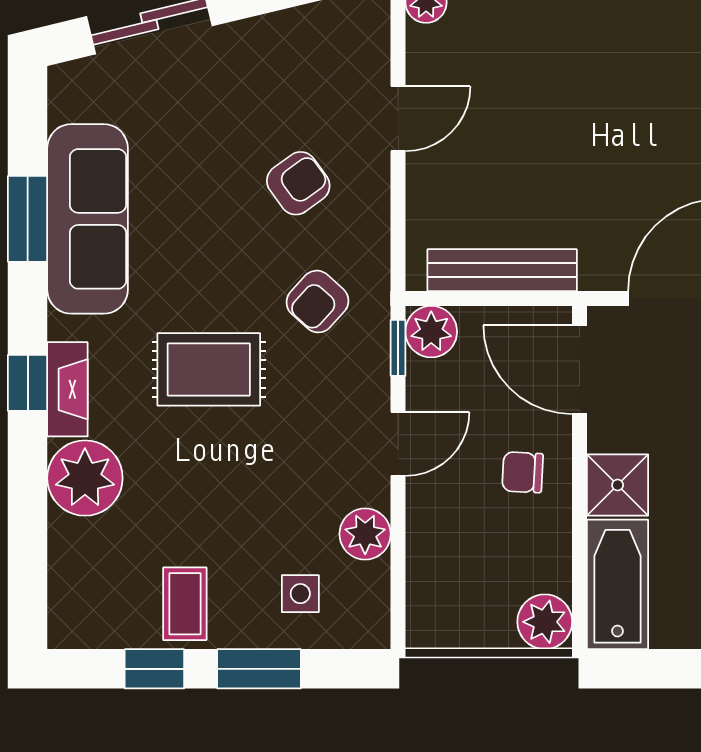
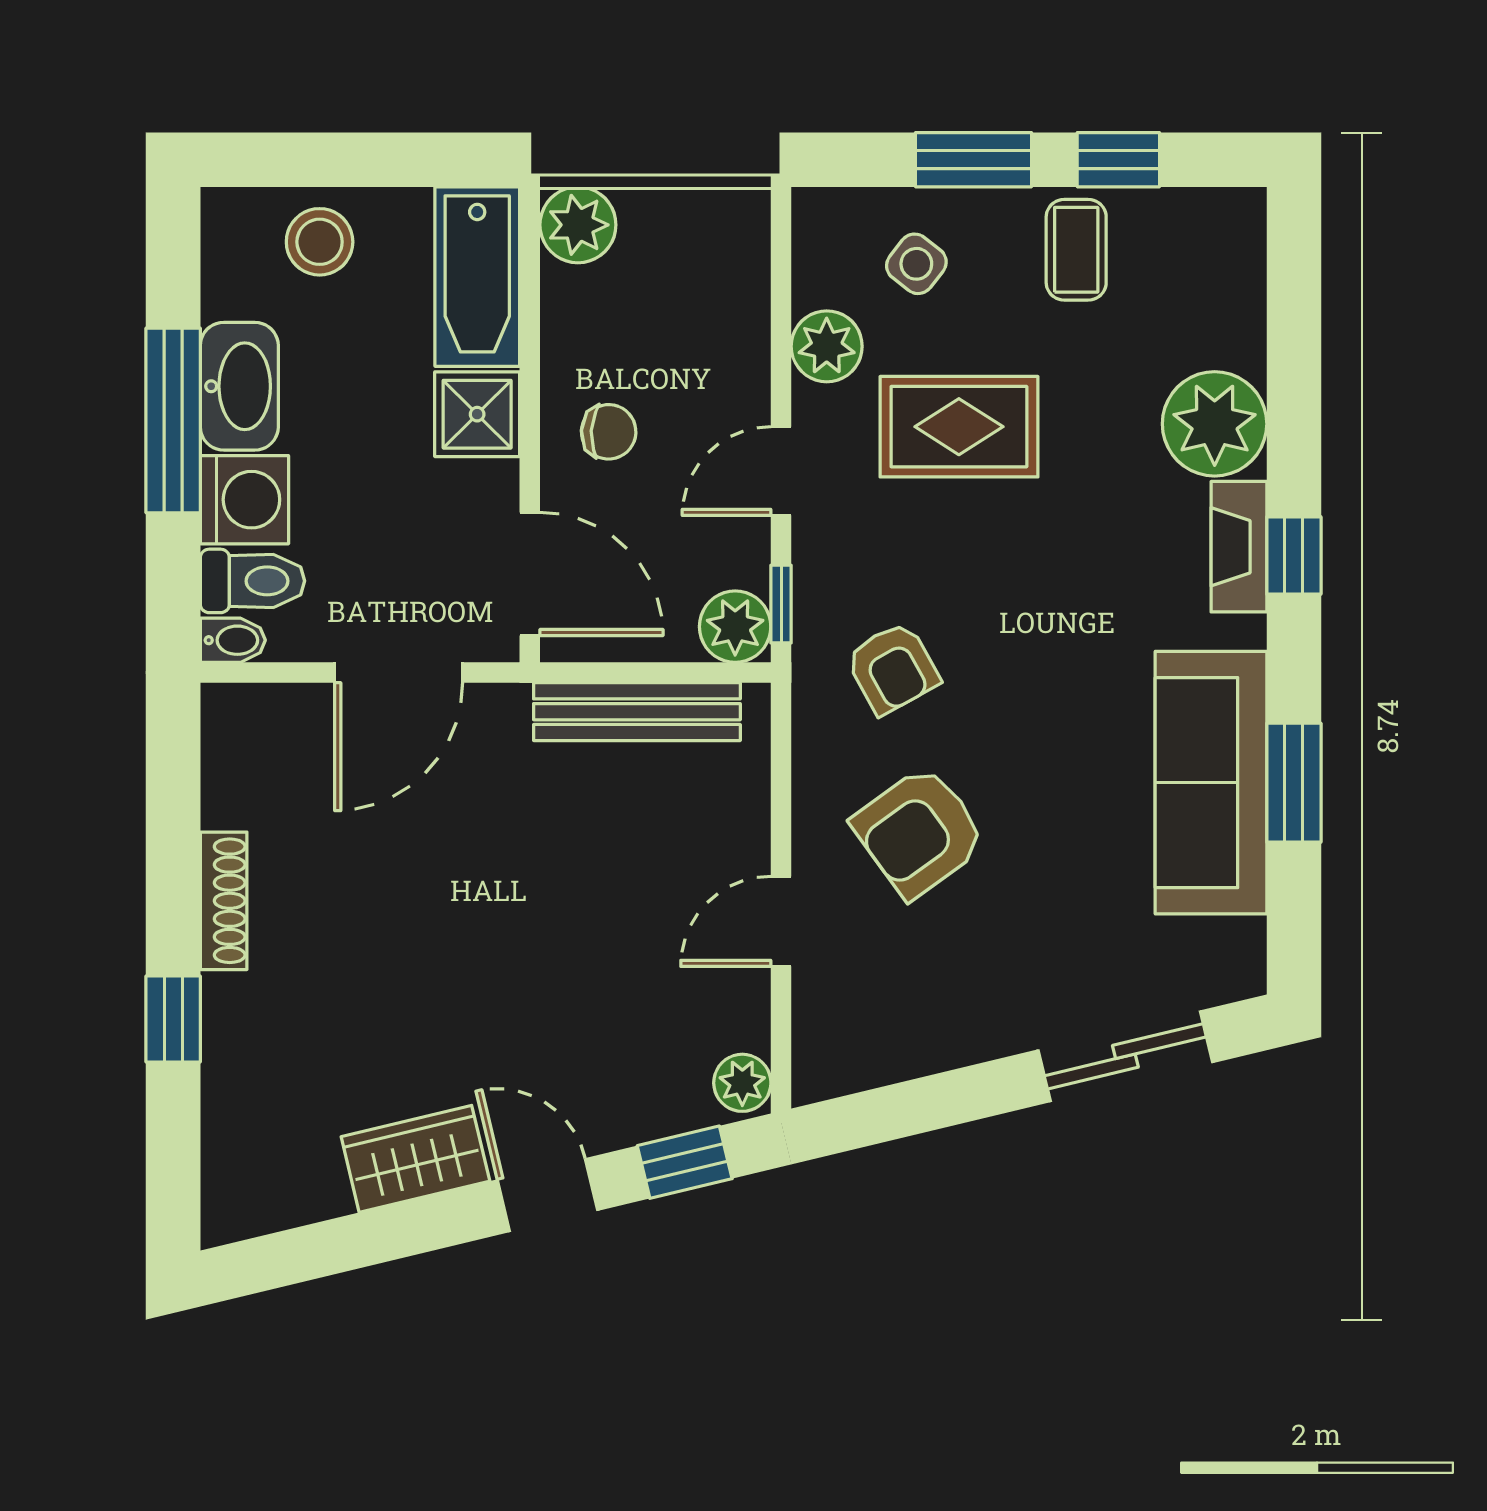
armchair: (298, 183) -> (919, 832), width x1.38, depth x1.38
armchair: (318, 302) -> (893, 668), turned 109
rug: (209, 369) -> (959, 427), moved
side table: (300, 594) -> (916, 264), turned 38

